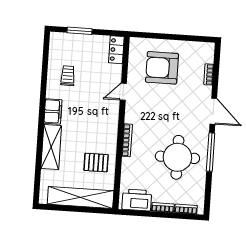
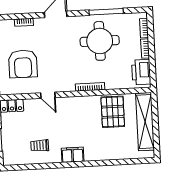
shelving: (51, 147) -> (104, 153), removed
window: (211, 152) -> (106, 12), moved
pallet: (96, 163) -> (113, 112), width x1.50, depth x1.42

